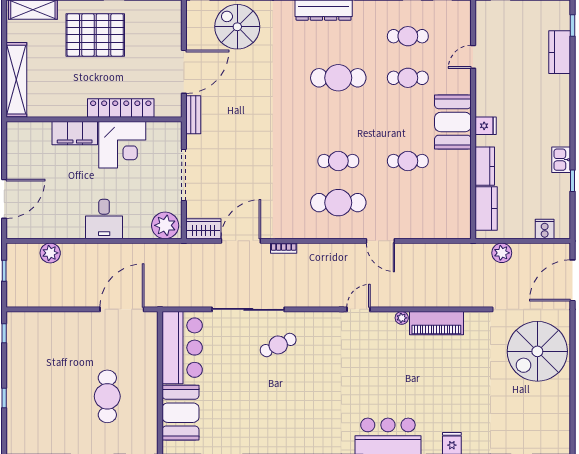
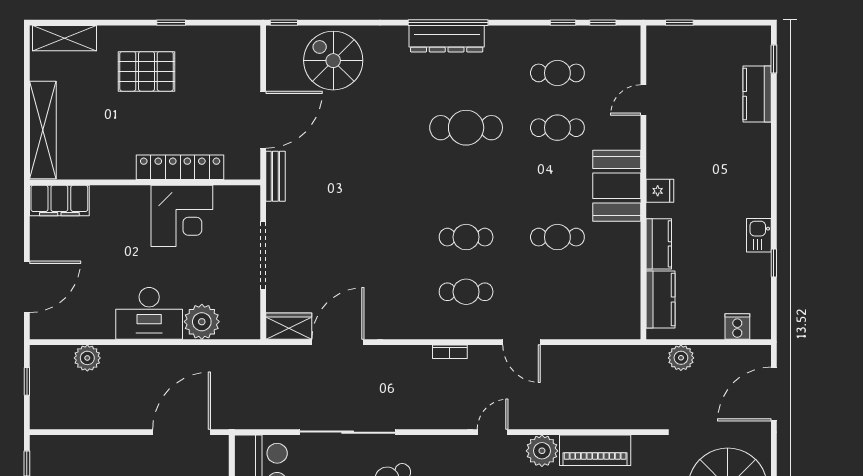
pallet: (95, 35) -> (147, 71), width x0.73, depth x0.71
filing cabinet: (75, 133) -> (59, 201), moved
cafe table: (338, 203) -> (466, 292), width x0.73, depth x0.74
desk: (104, 219) -> (149, 313), width x1.37
plant: (165, 225) -> (202, 322), moved
bookcase: (284, 248) -> (450, 352), moved
plant: (402, 318) -> (542, 451), width x1.88, depth x1.88

